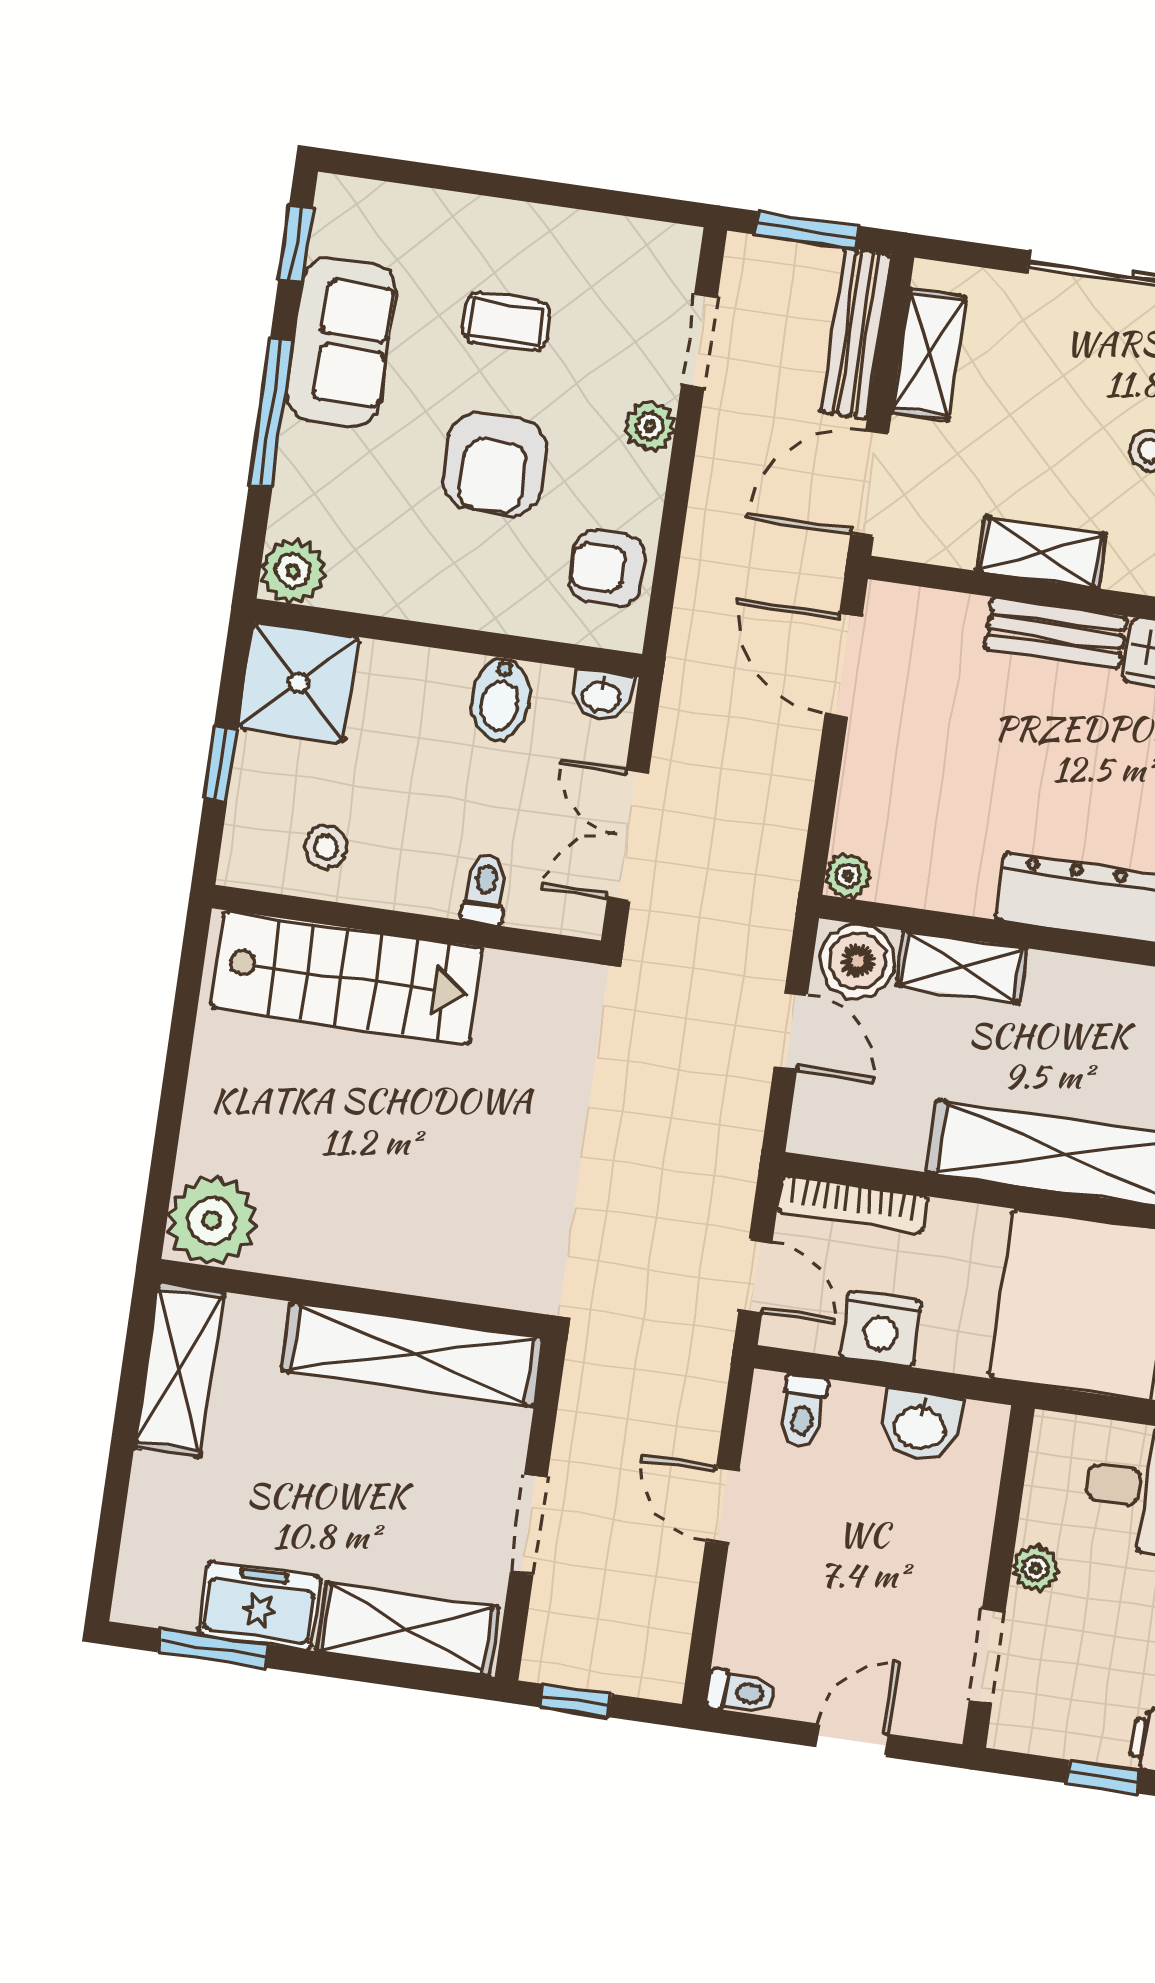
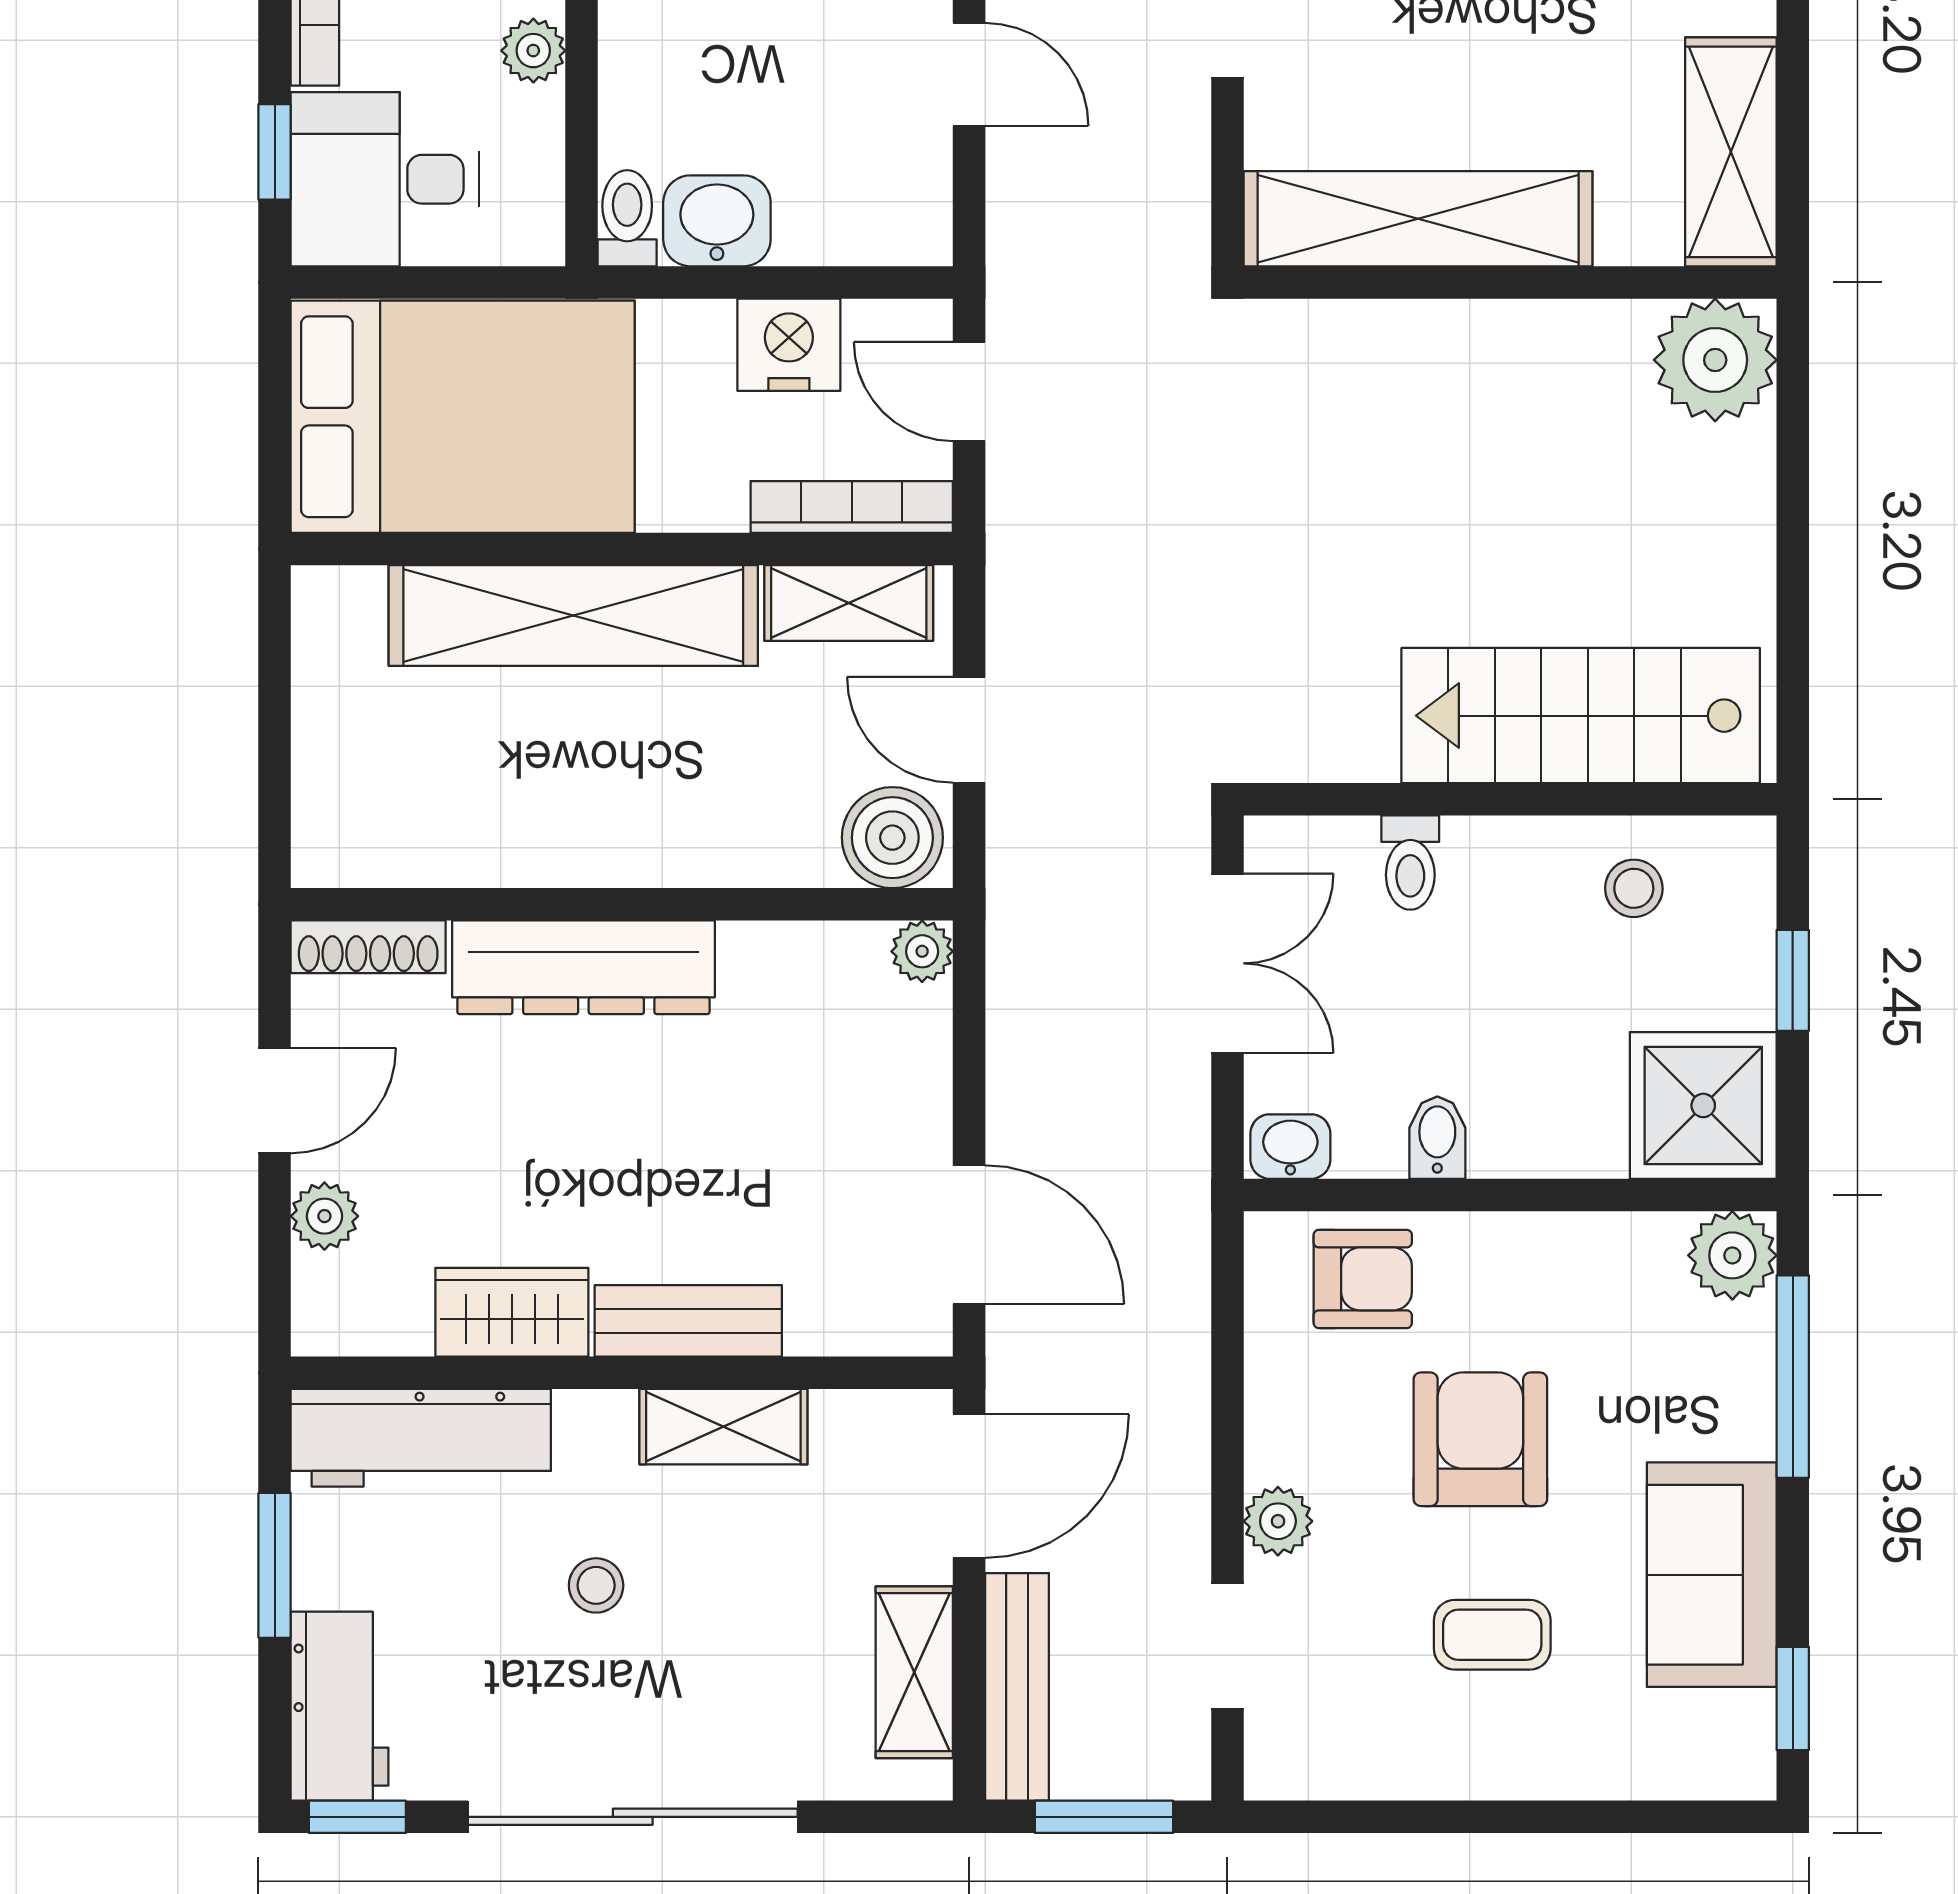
window: (271, 413) -> (1793, 1377), moved
armchair: (607, 568) -> (1363, 1279), moved
bidet: (501, 699) -> (1437, 1138), width x0.72, depth x0.74
shelving: (961, 967) -> (849, 603), moved
toilet: (803, 1411) -> (627, 218), moved

